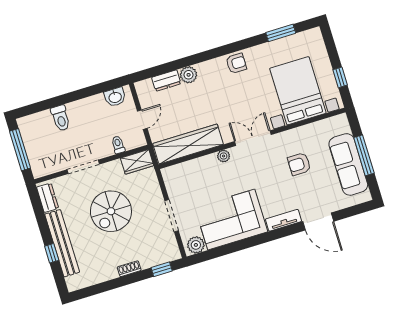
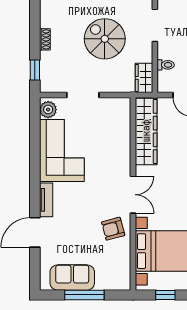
plant: (224, 156) -> (124, 162), removed
armchair: (299, 164) -> (113, 229), moved, turned -105
sofa: (348, 164) -> (72, 277), width x0.73

